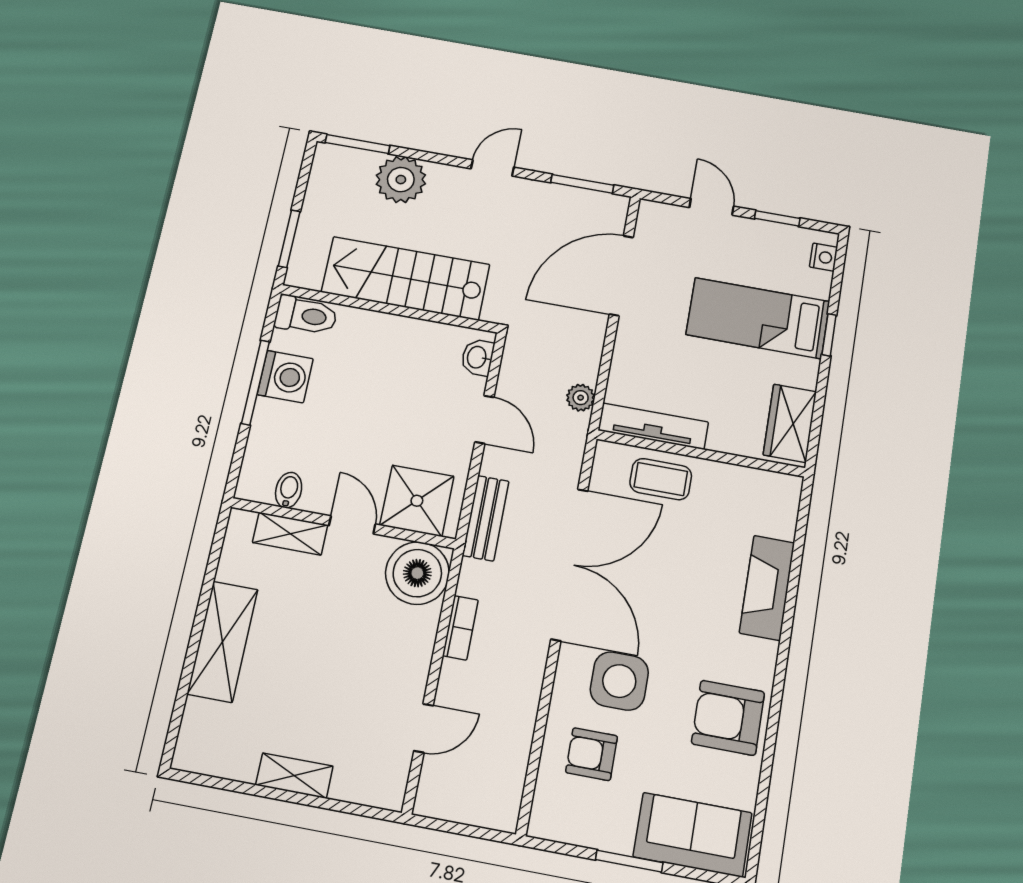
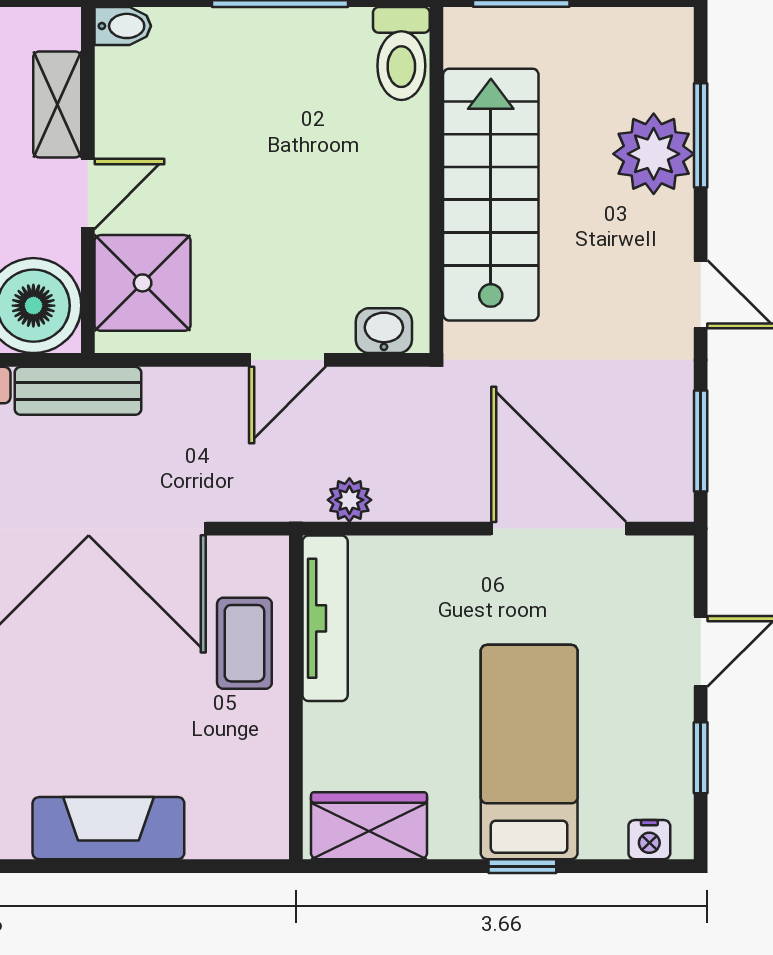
window: (358, 144) -> (701, 135), moved
washing machine: (285, 377) -> (298, 43), removed
bidet: (289, 490) -> (123, 26), moved
bench: (486, 518) -> (78, 391), moved

